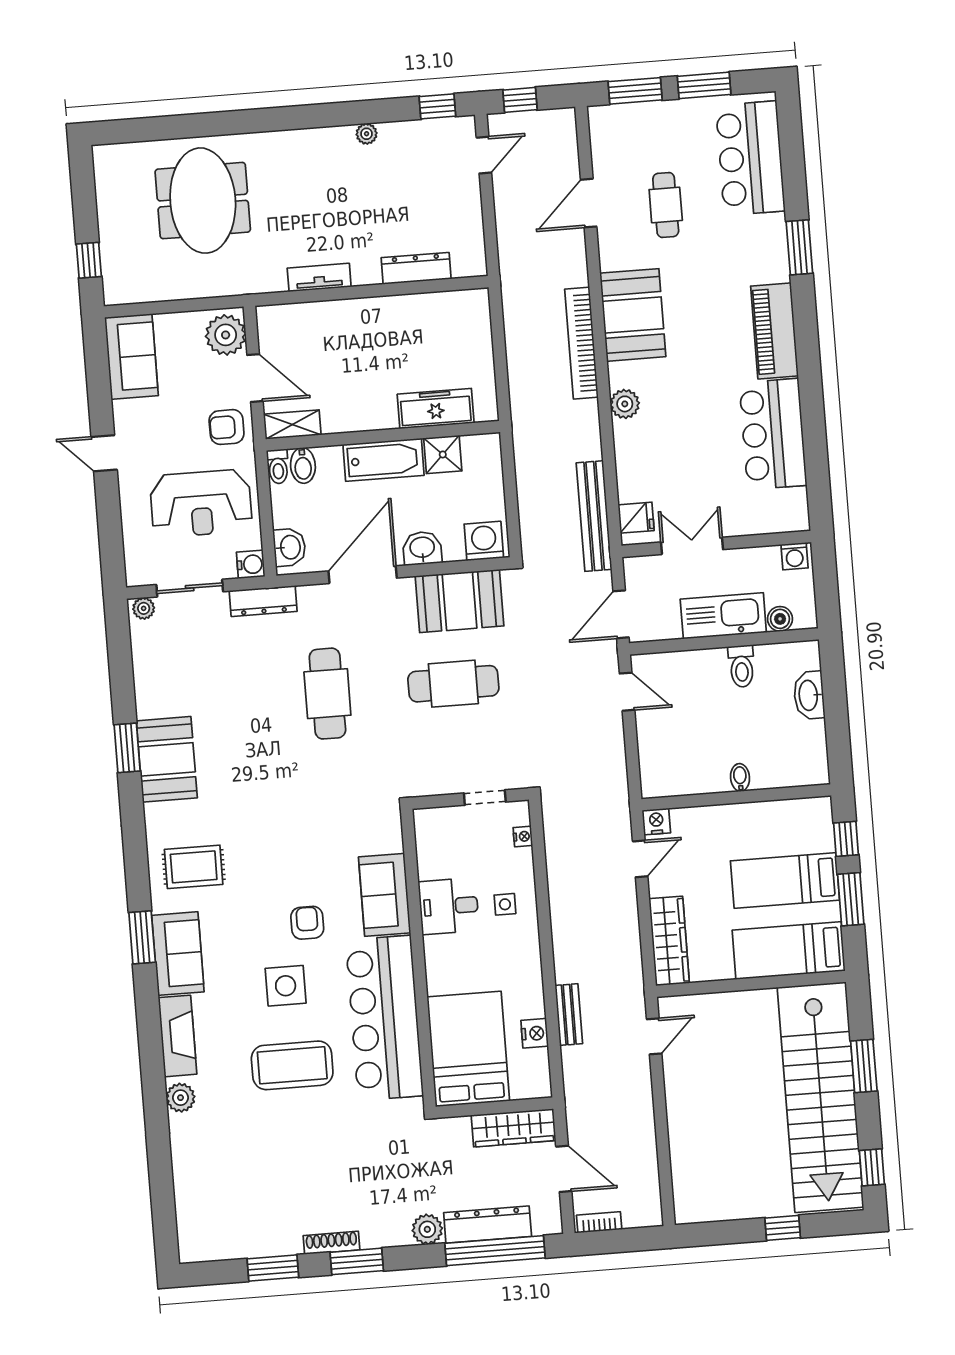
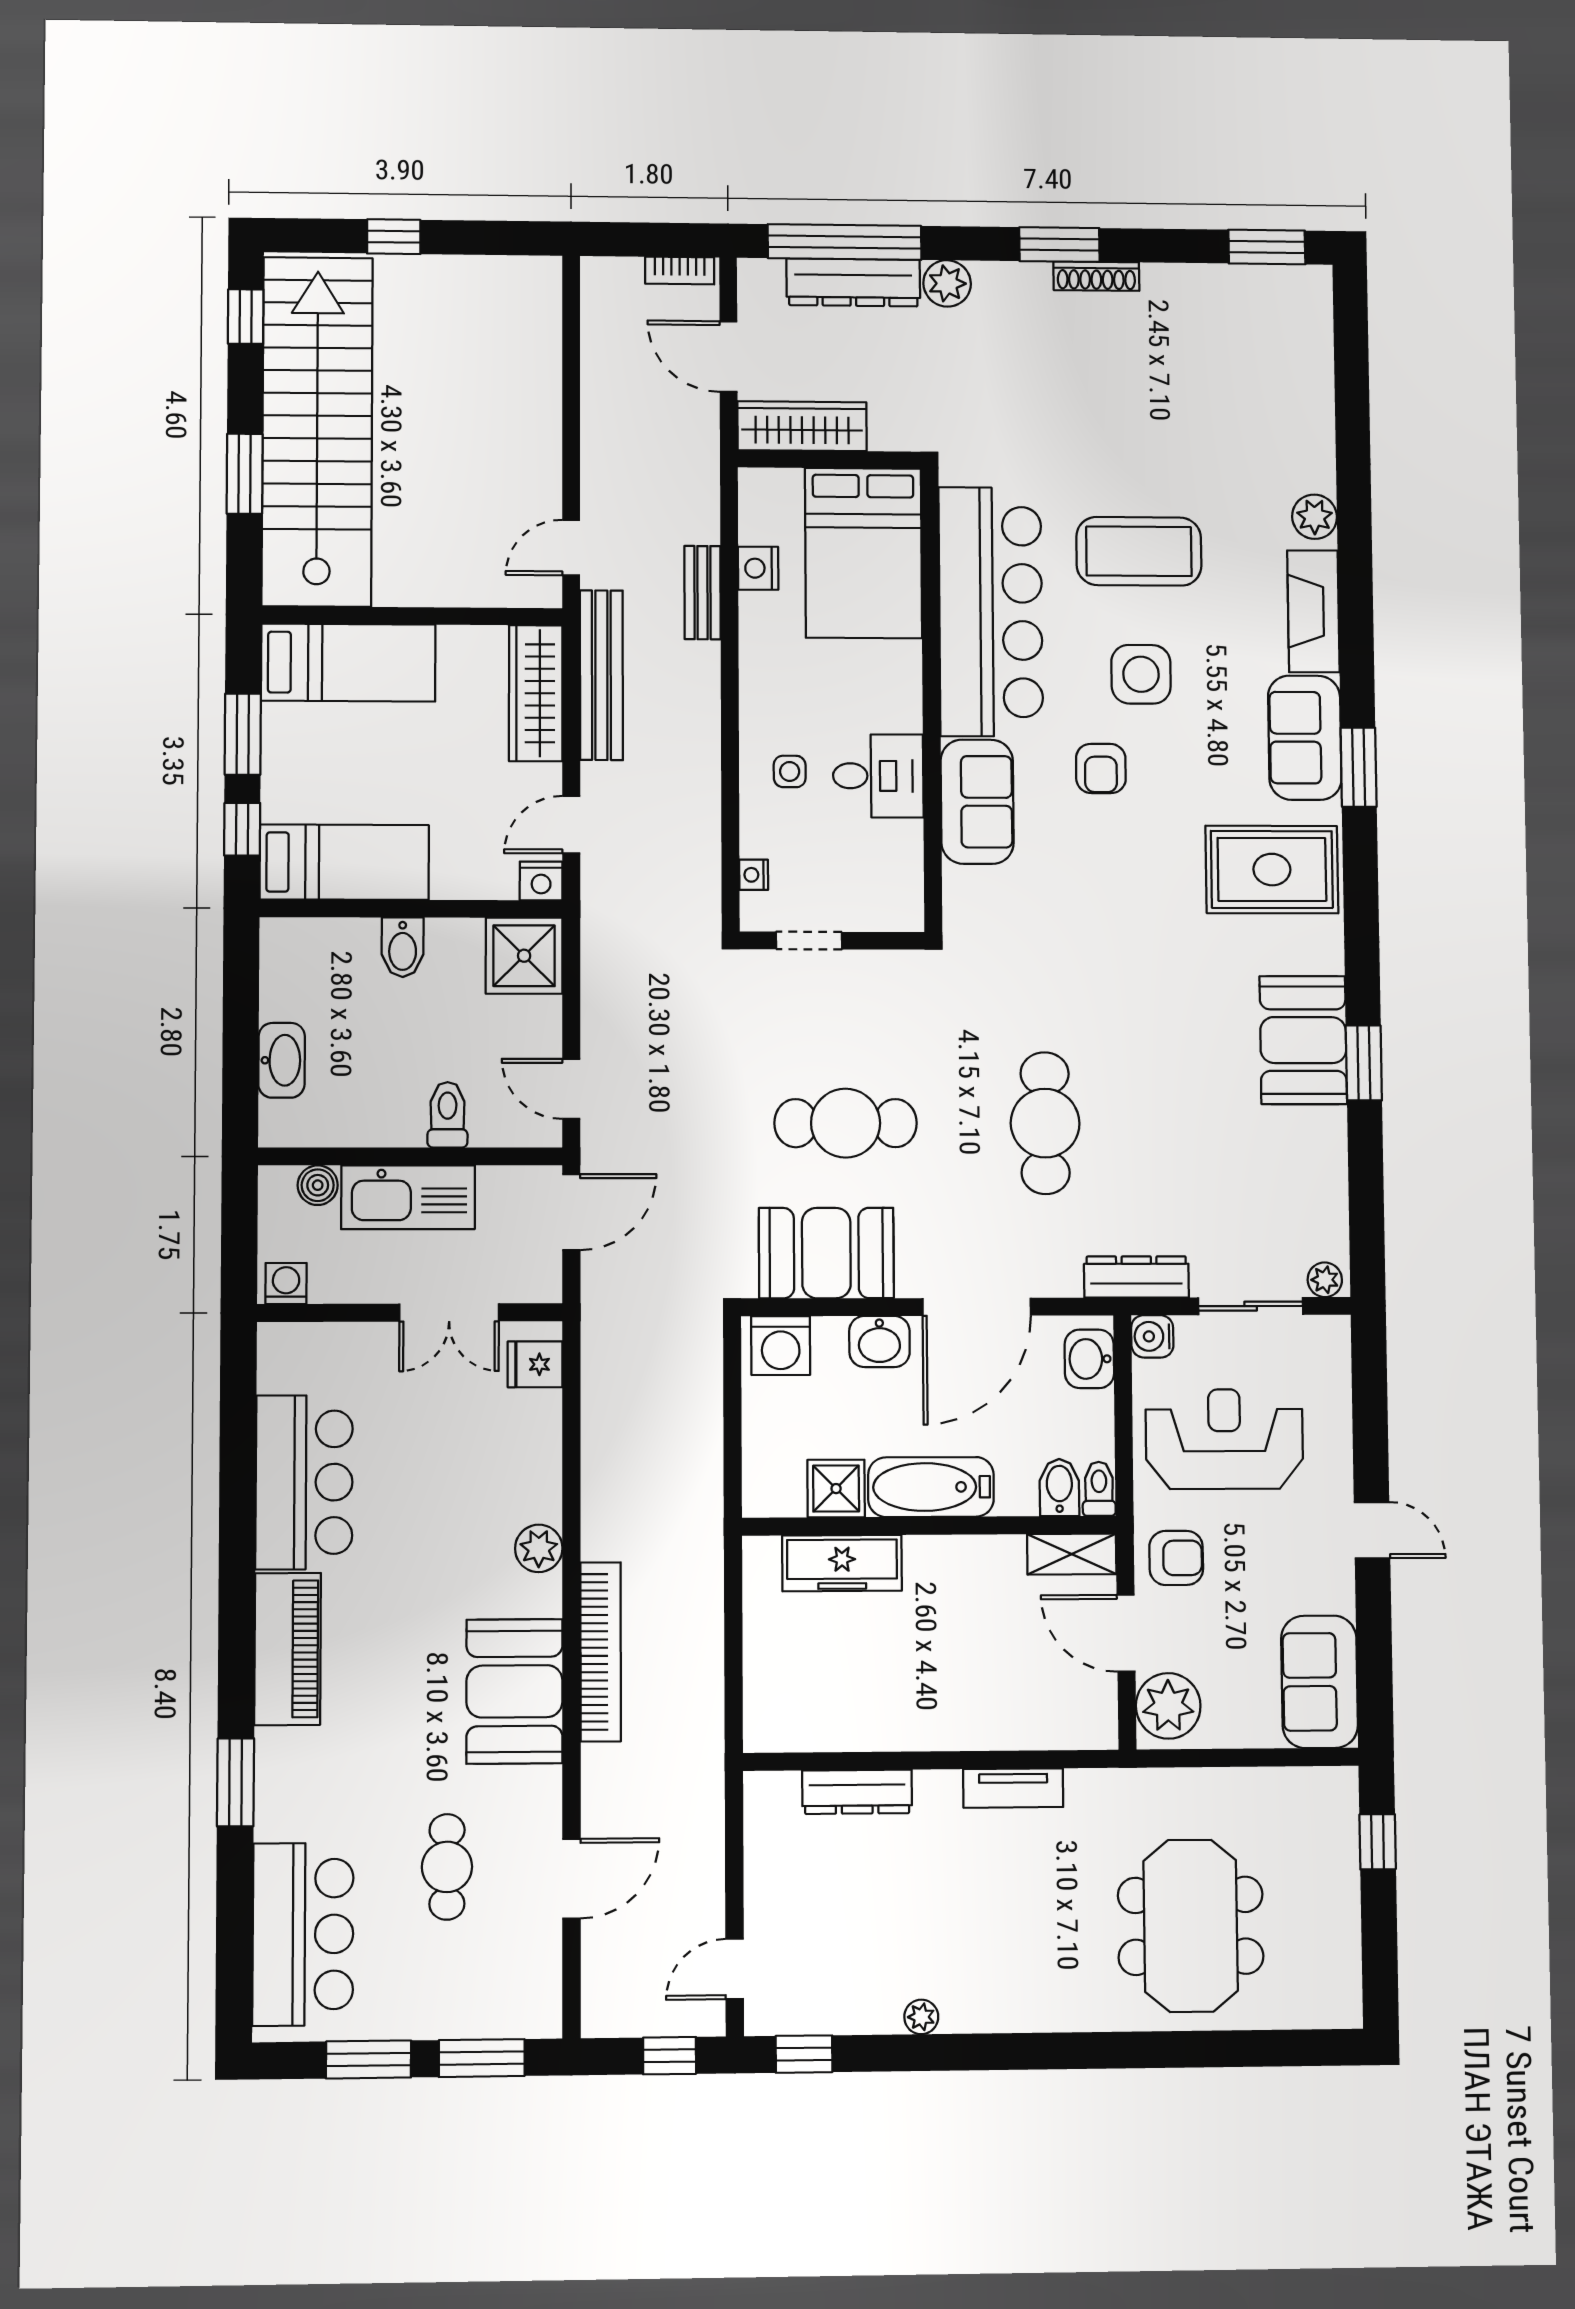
bench: (594, 516) -> (601, 675), moved
toilet: (742, 666) -> (448, 1115), moved
shower: (663, 773) -> (524, 956), added
bidet: (740, 777) -> (403, 947), width x1.38, depth x1.36
rug: (194, 867) -> (1272, 870), width x1.36, depth x1.43
bed: (785, 880) -> (344, 862), moved
window: (273, 1268) -> (1267, 247), moved

